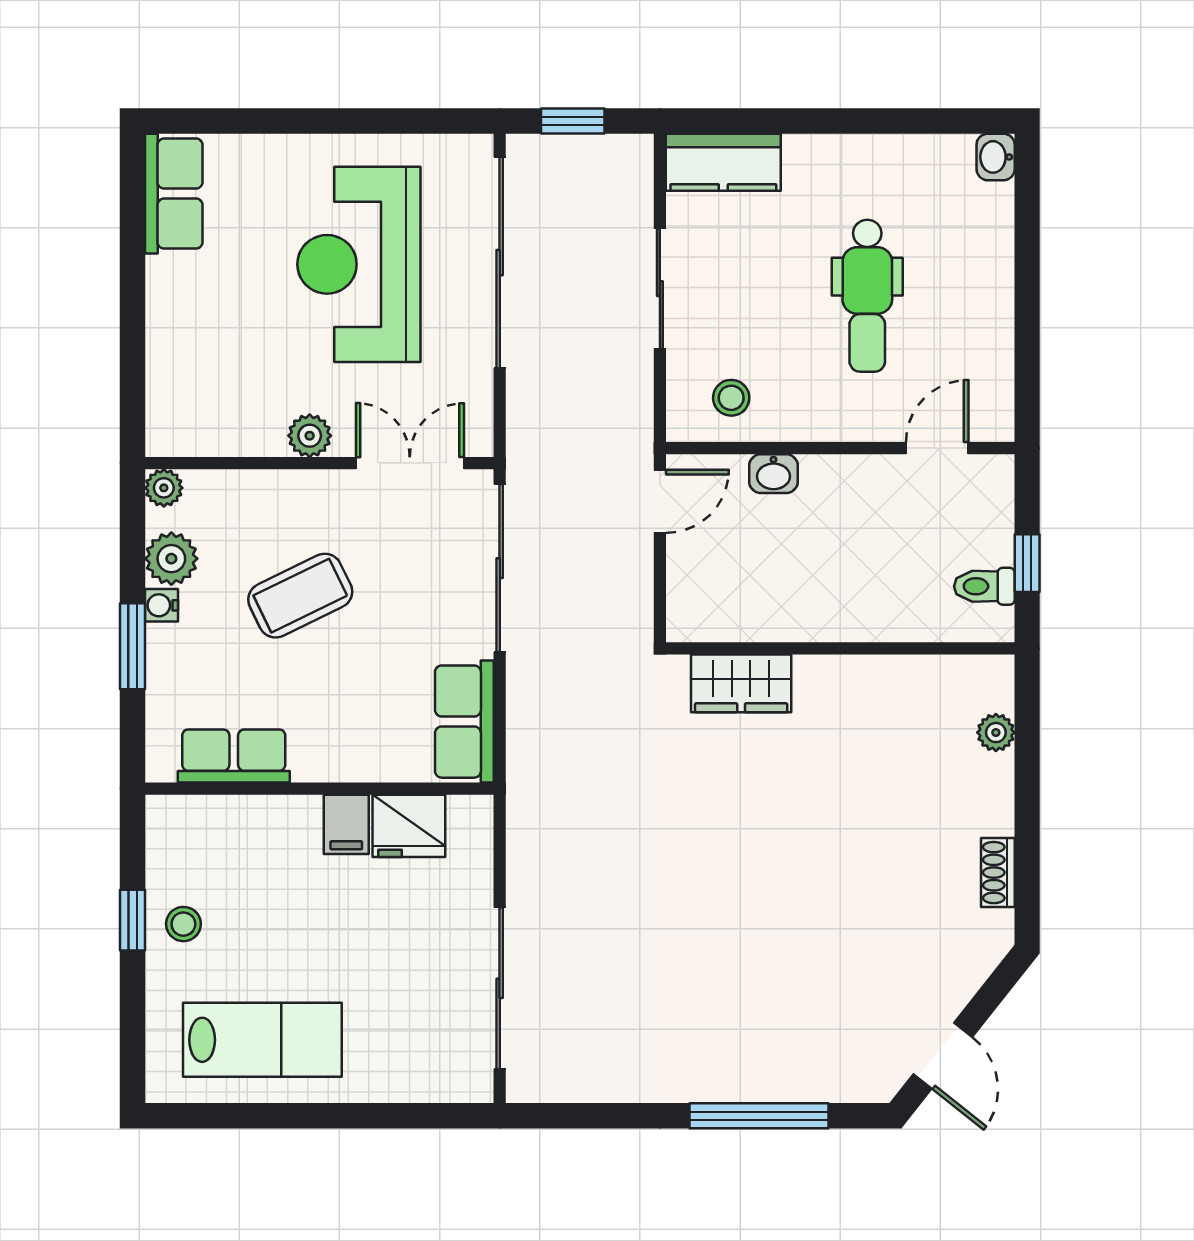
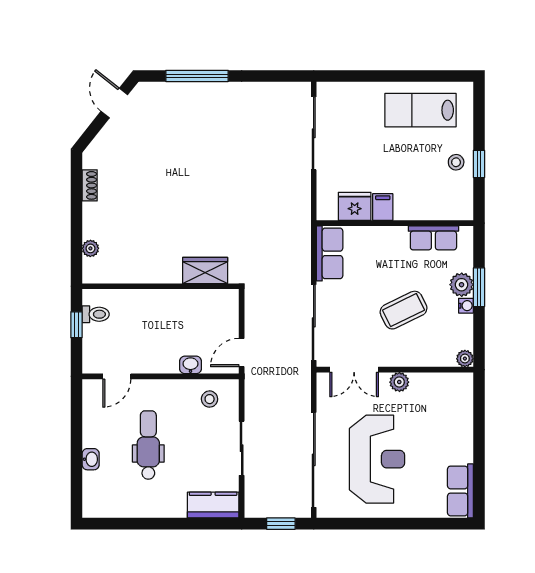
washbasin: (996, 157) -> (91, 459), moved
plant: (171, 559) -> (462, 285), moved

